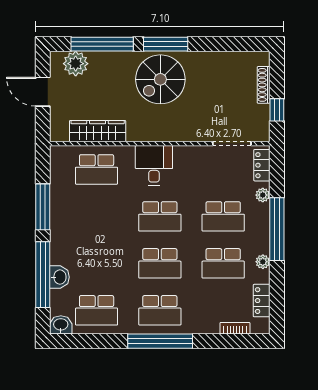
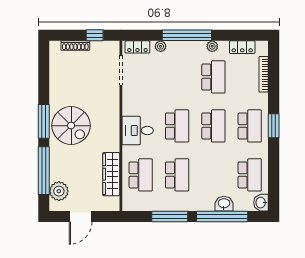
school desk: (223, 216) -> (177, 175), moved
bookcase: (235, 328) -> (264, 74), width x1.56
window: (160, 341) -> (274, 126), width x0.47

